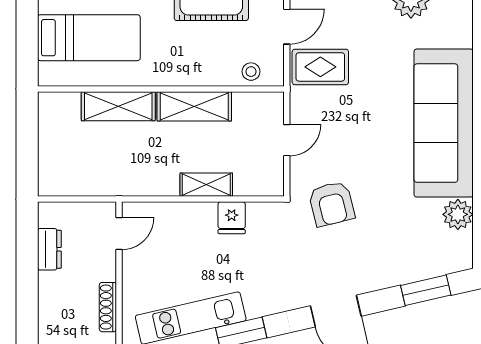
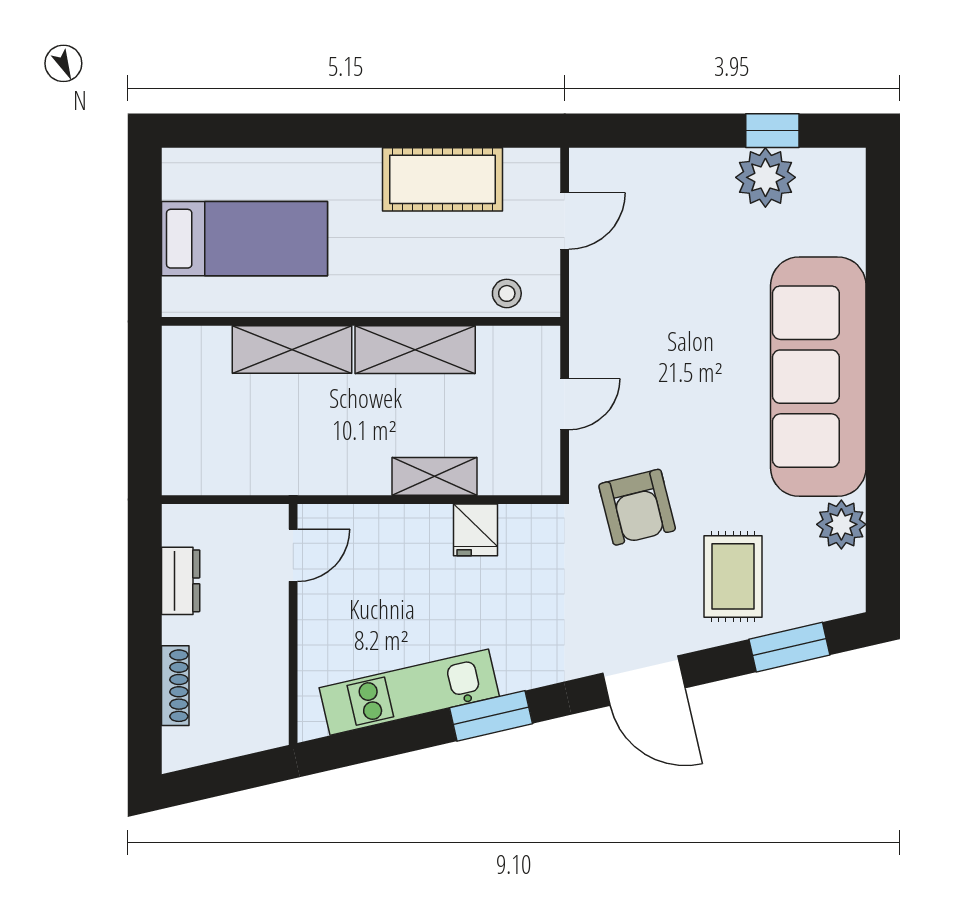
rug: (320, 67) -> (733, 576), moved, turned 90
shoe rack: (108, 307) -> (175, 686), moved, turned 180

